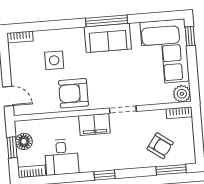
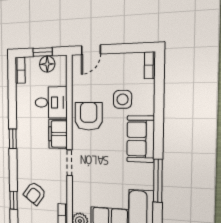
window: (107, 21) -> (158, 181), moved
sofa: (108, 38) -> (141, 139), moved
desk: (62, 157) -> (51, 102), moved, turned 180
window: (171, 170) -> (14, 200), width x0.67

